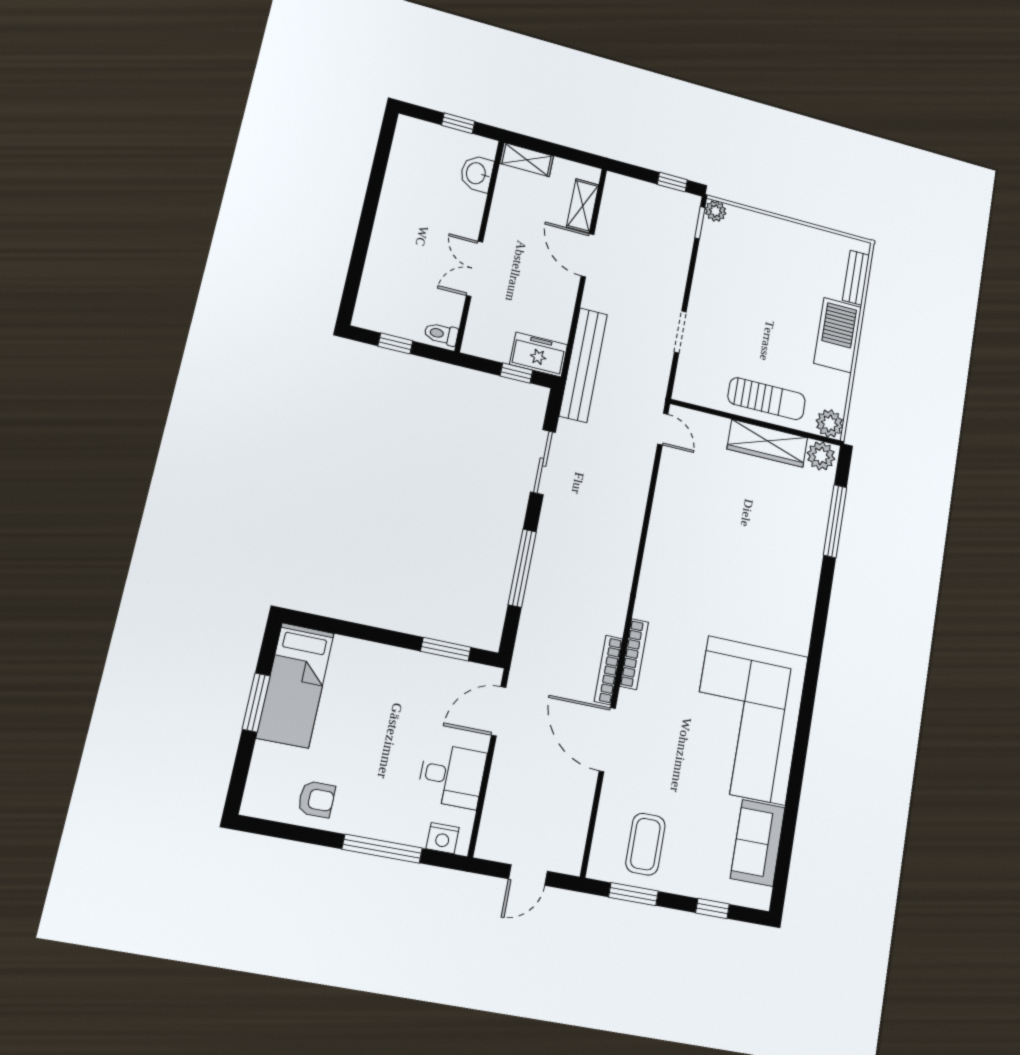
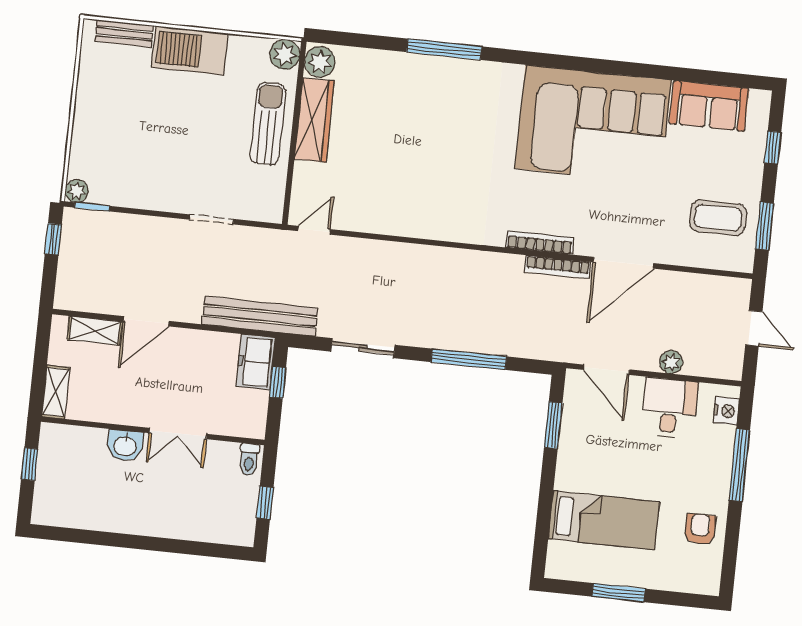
washbasin: (477, 173) -> (125, 446), moved
window: (835, 521) -> (444, 49), moved
bed: (295, 685) -> (604, 520), moved
plant: (500, 782) -> (671, 362), added

